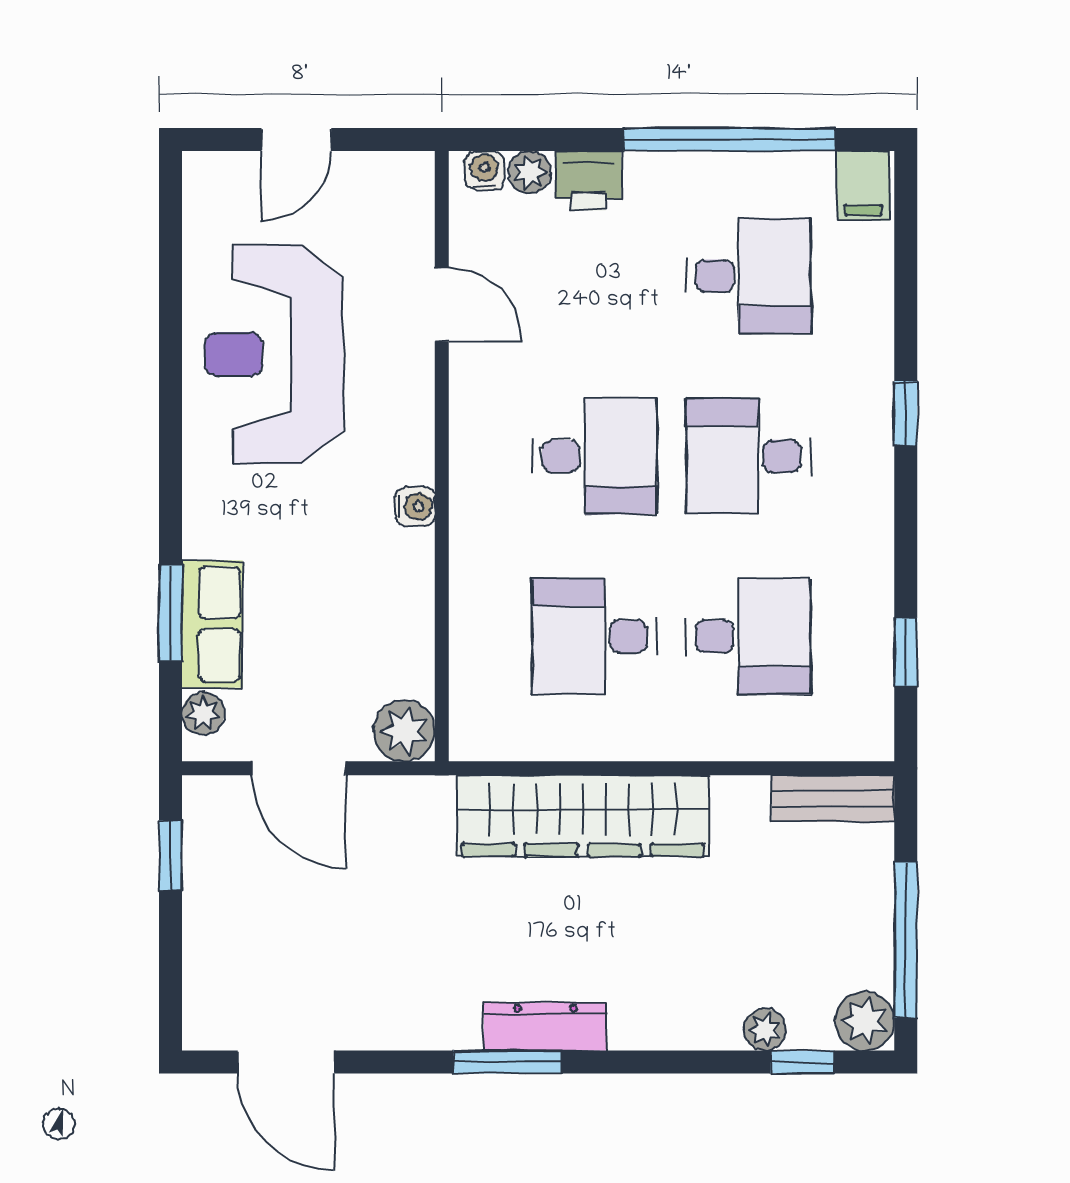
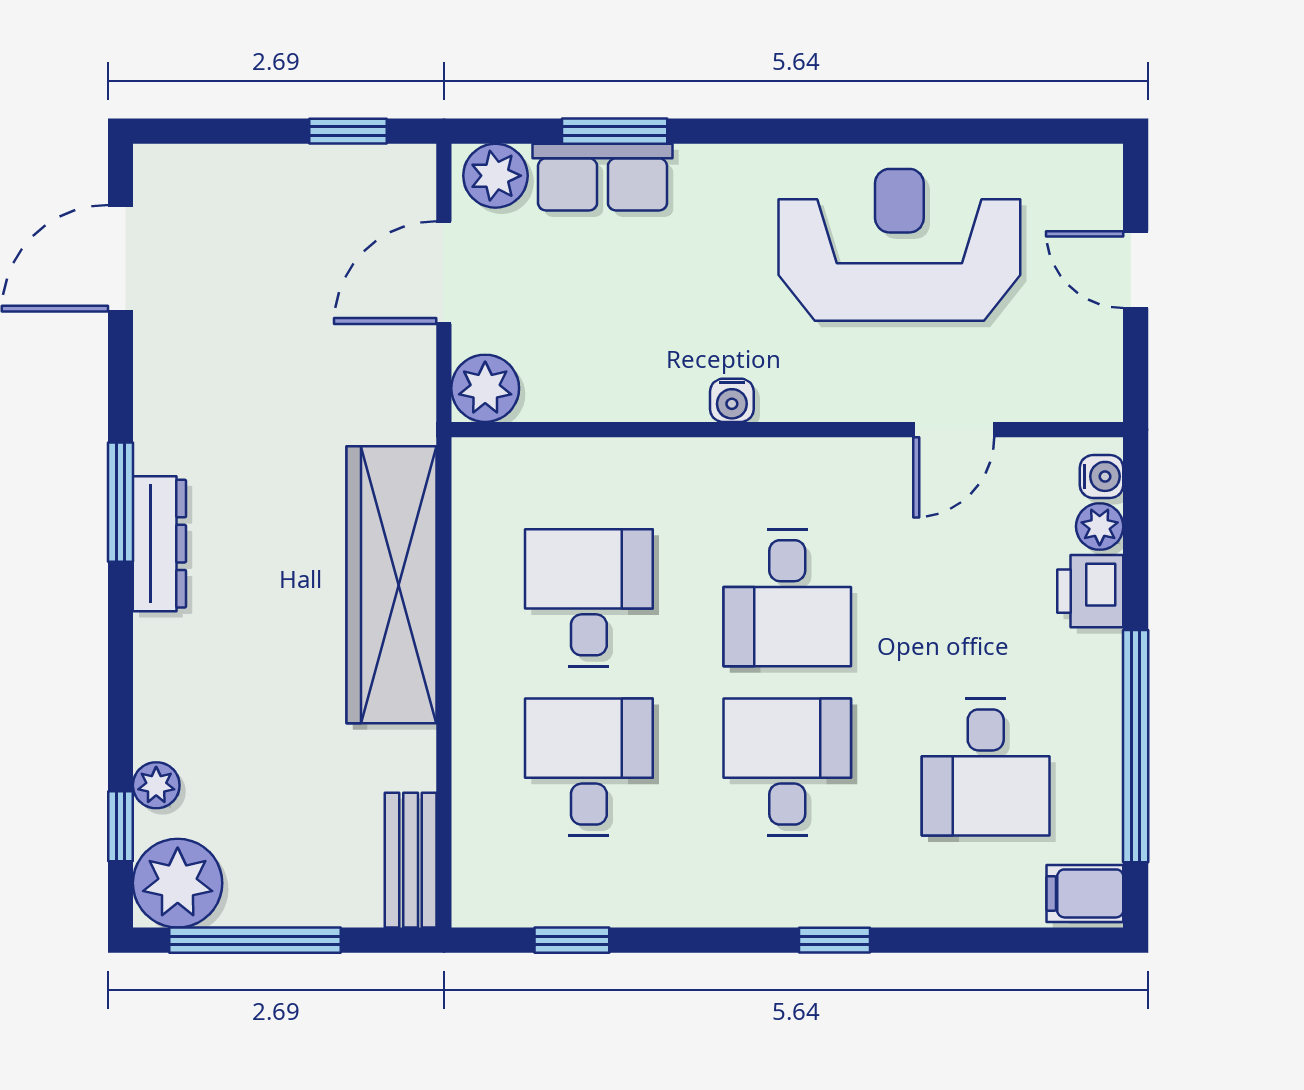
desk: (748, 636) -> (589, 767), turned 180
plant: (203, 713) -> (495, 176), width x1.38, depth x1.38
plant: (865, 1021) -> (178, 883), width x1.36, depth x1.36

